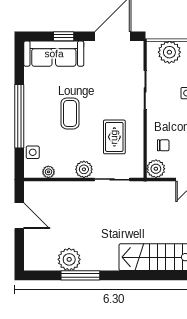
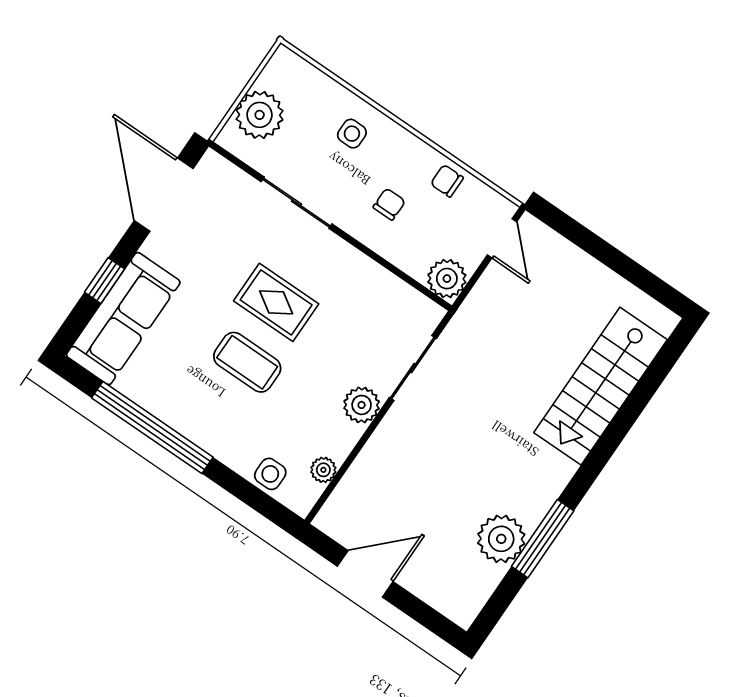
window: (19, 116) -> (152, 428), moved
rug: (114, 137) -> (276, 302), moved
chair: (163, 145) -> (389, 204), moved

